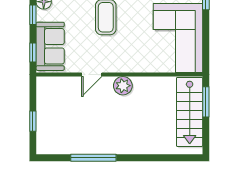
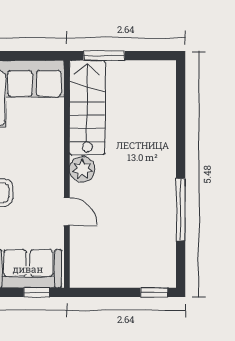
stairs: (190, 112) -> (87, 107), moved, turned -90
window: (33, 121) -> (154, 292), moved

